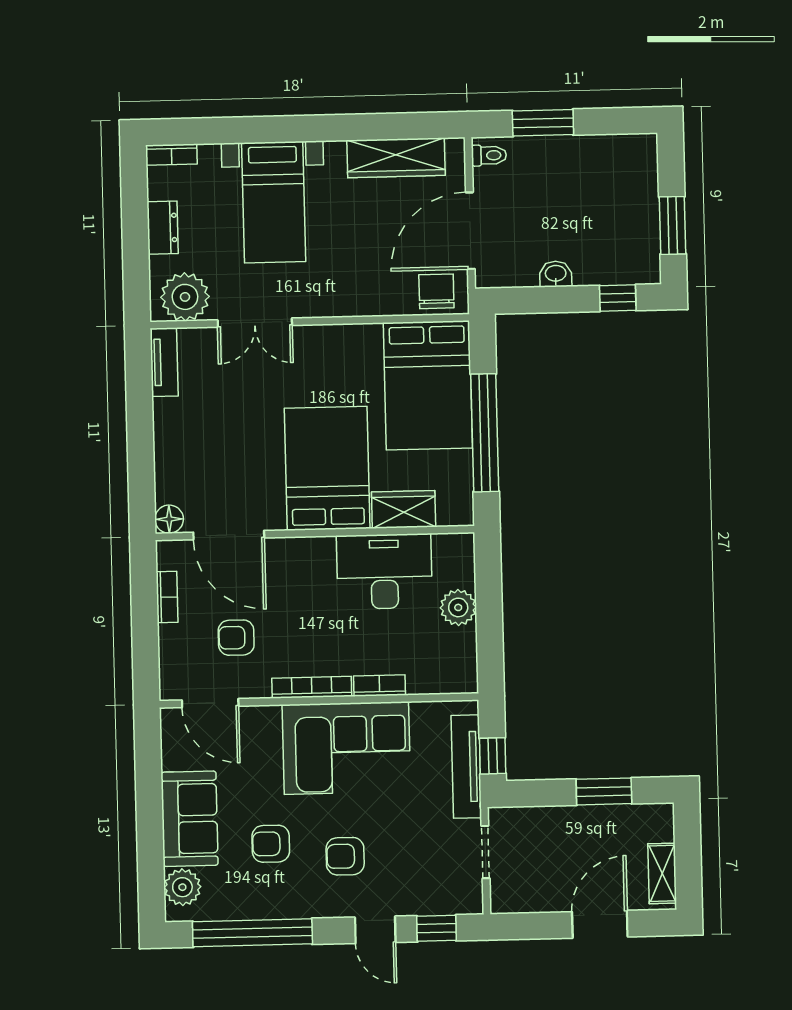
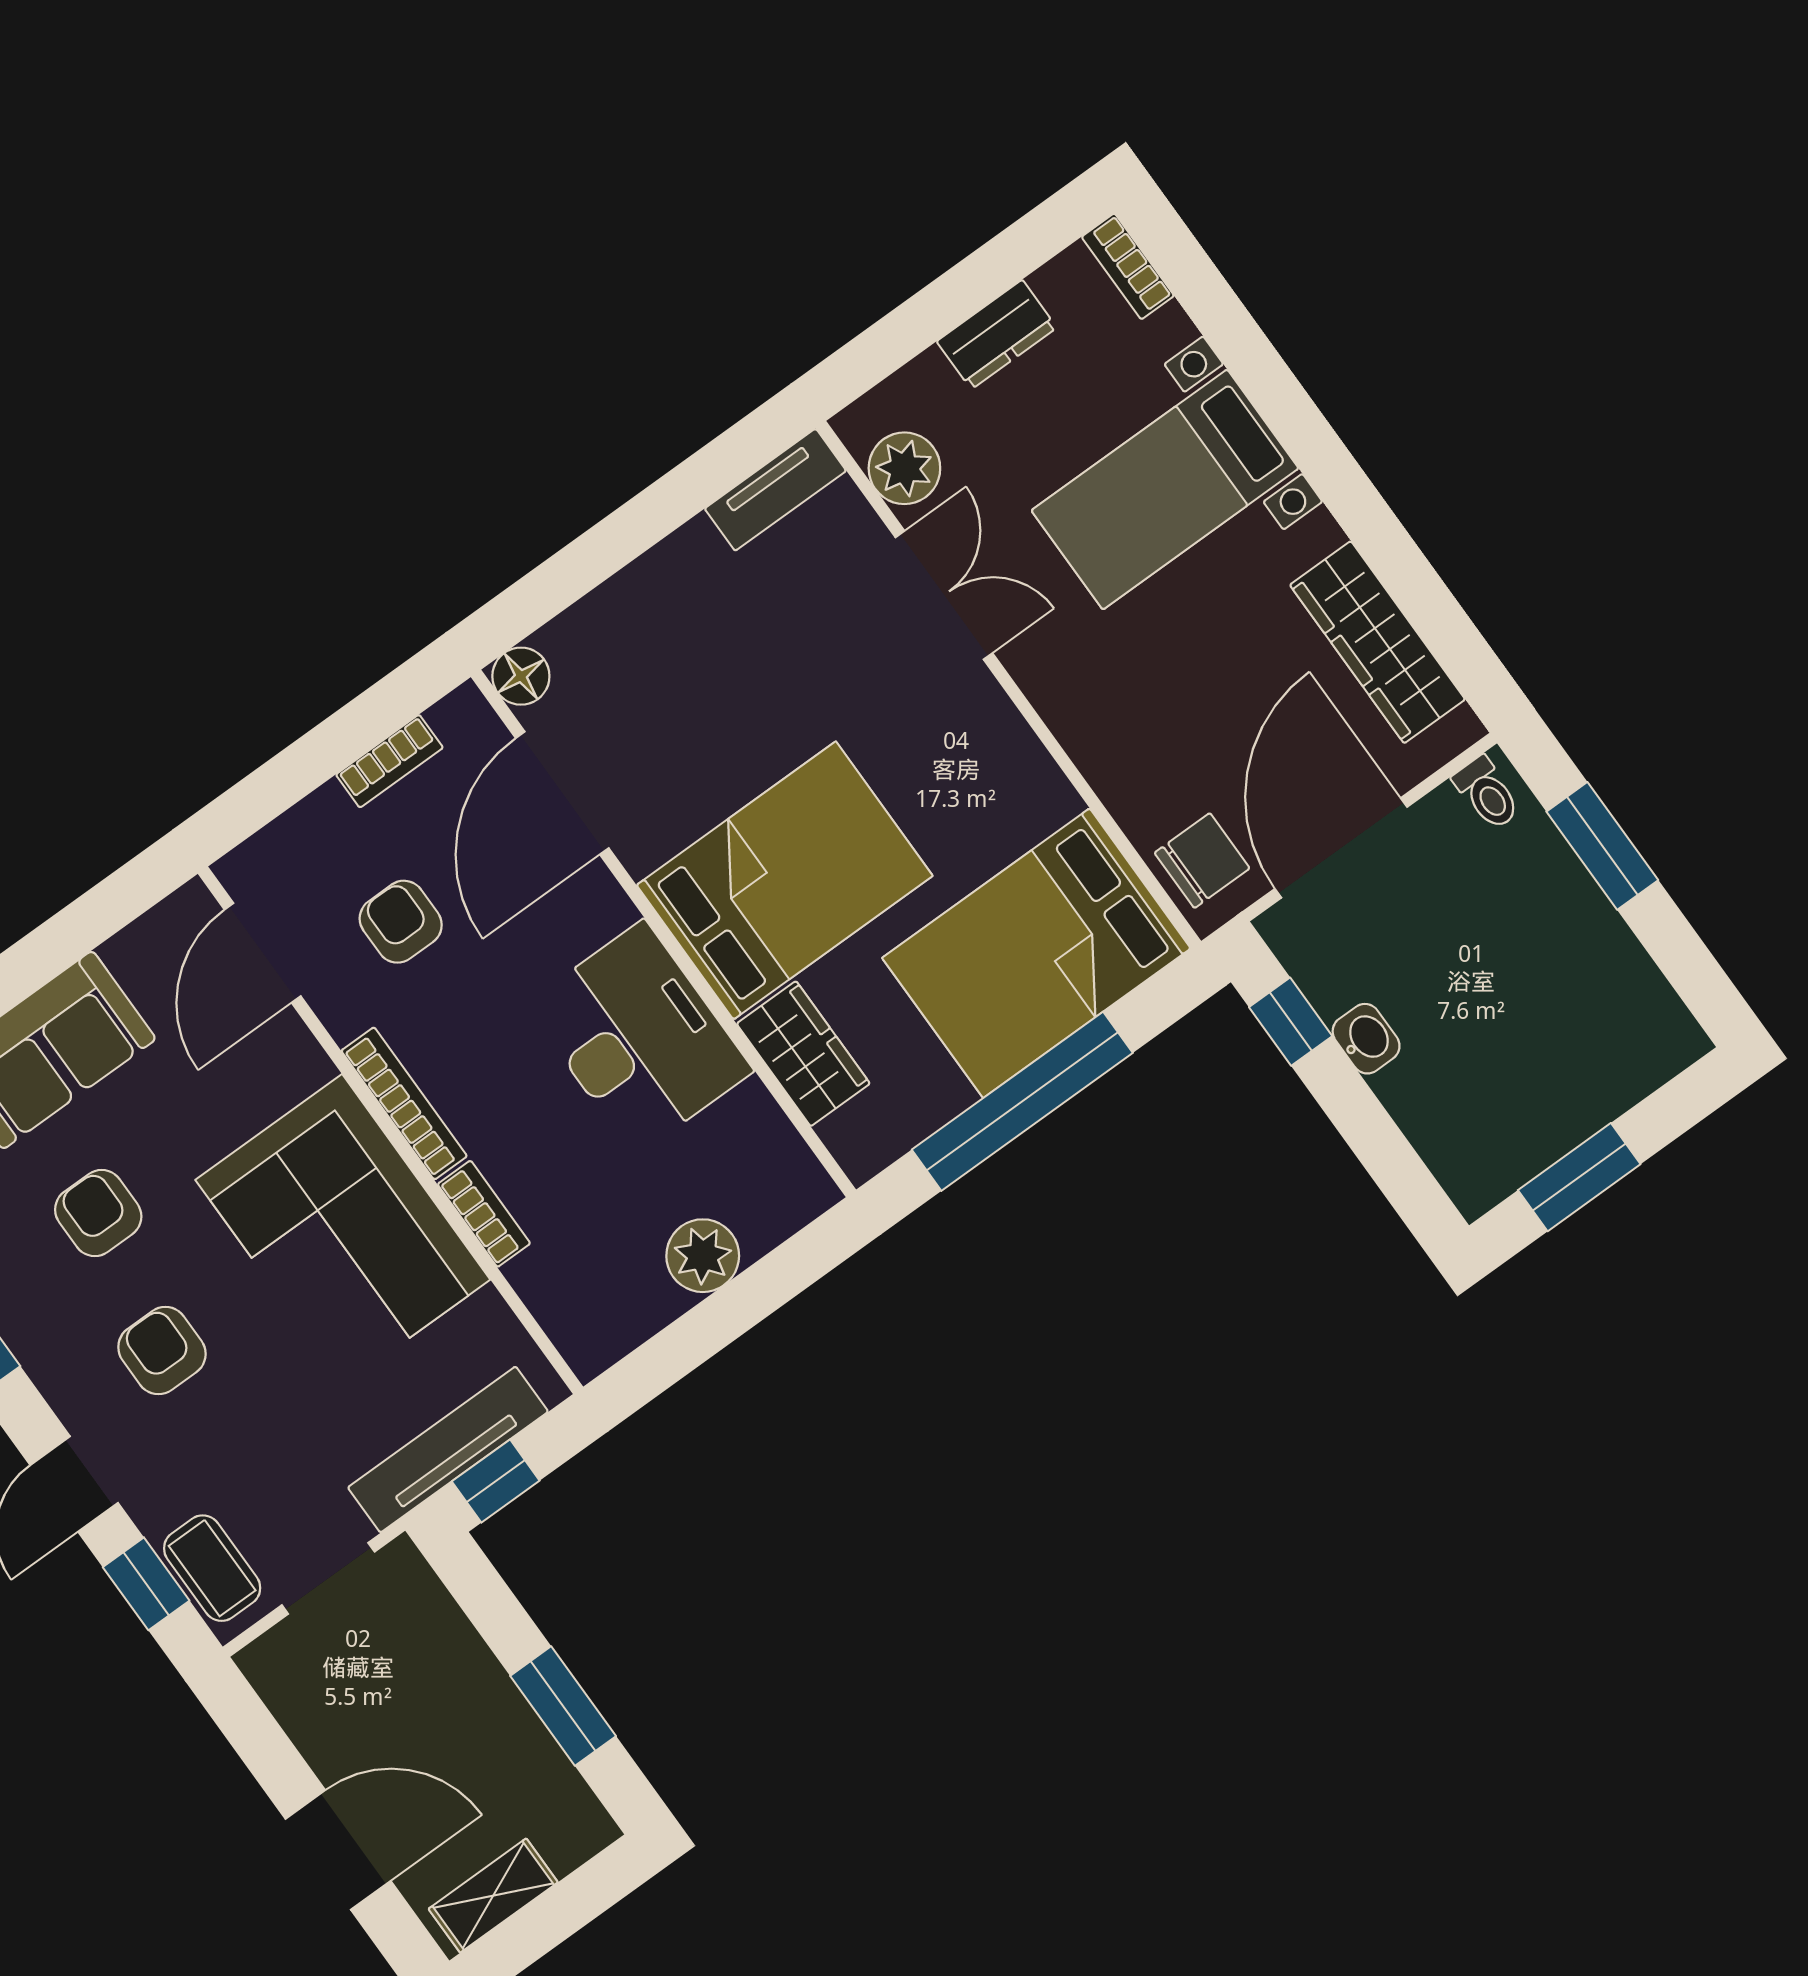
door: (470, 231) -> (1341, 848), hinge flipped
plant: (185, 297) -> (904, 468), width x0.73, depth x0.73
window: (618, 298) -> (1291, 1022), moved
double door: (255, 323) -> (944, 595), swing flipped
desk: (384, 571) -> (639, 1038), moved
coffee table: (449, 897) -> (212, 1568), added

